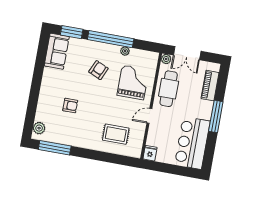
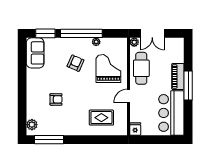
piano: (210, 86) -> (178, 76), moved

